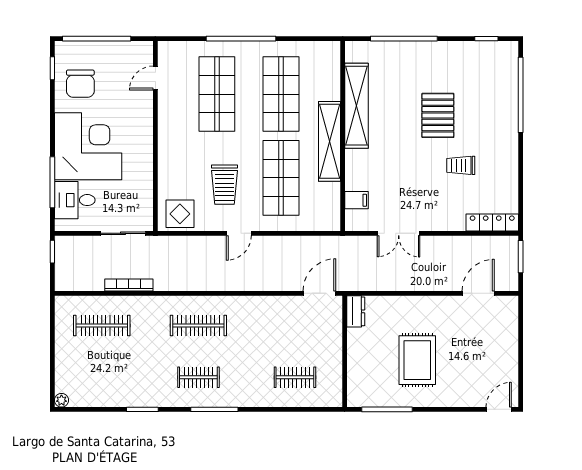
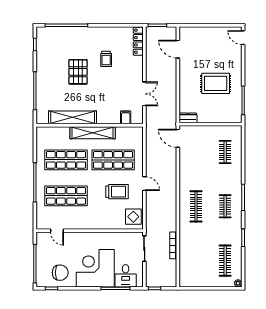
pallet: (438, 115) -> (78, 72), turned 90
clothes rail: (102, 325) -> (225, 261), moved

